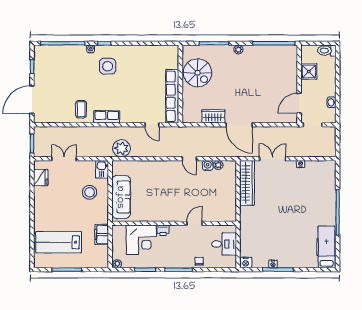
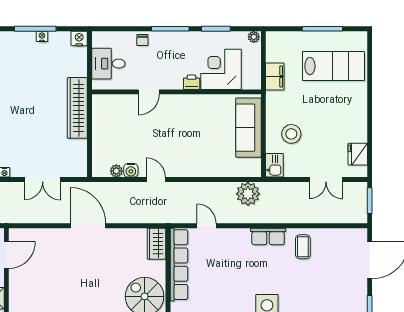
wardrobe: (213, 116) -> (157, 244), moved, turned 90
wardrobe: (247, 183) -> (77, 108), moved

